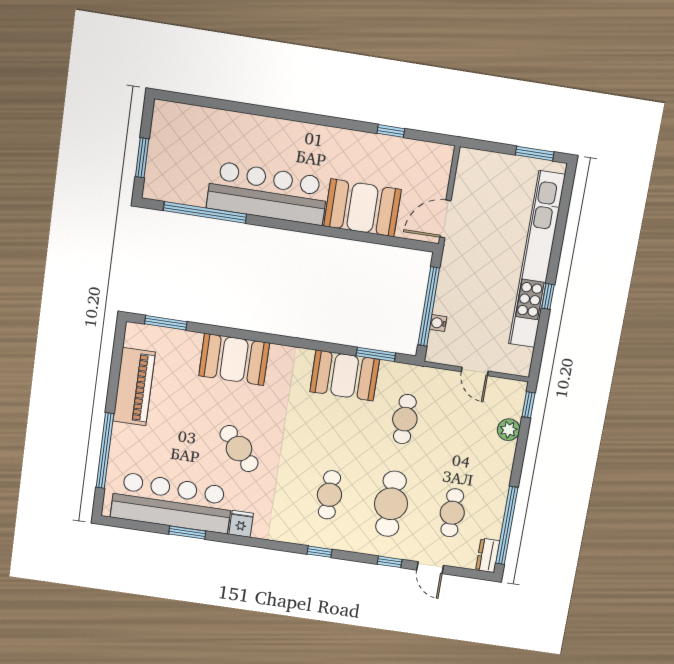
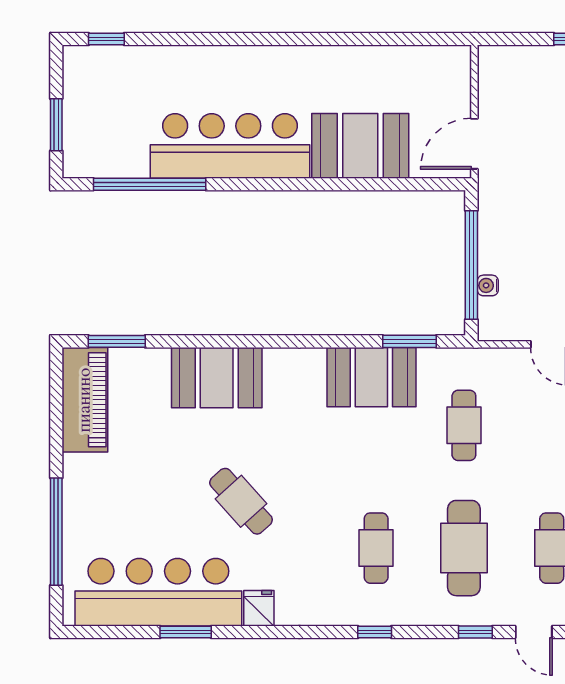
window: (391, 131) -> (106, 39), moved
piano: (134, 387) -> (85, 400), moved

